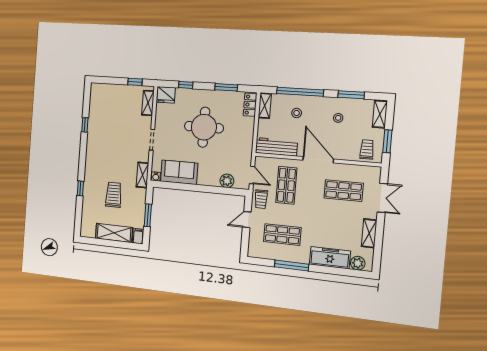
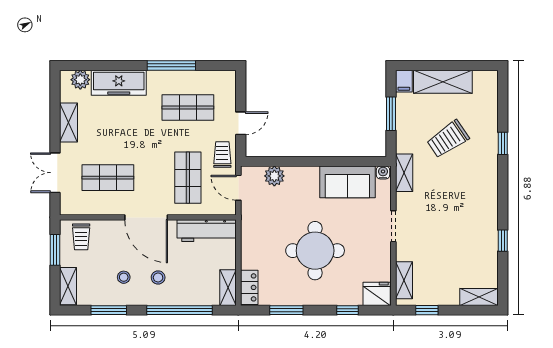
shelving: (102, 89) -> (479, 297), added
stool: (297, 113) -> (158, 277), moved
trolley: (114, 195) -> (448, 139), turned 56

